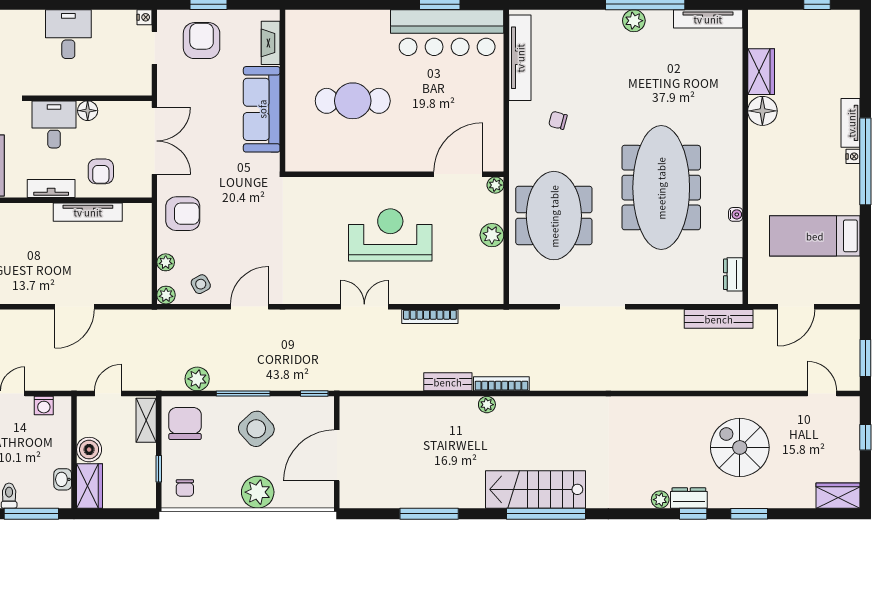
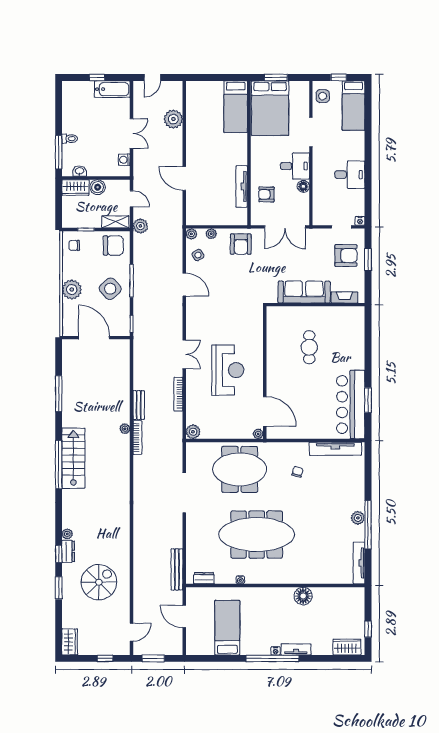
wardrobe: (761, 72) -> (347, 647), moved, turned 180
cafe table: (353, 101) -> (309, 347), width x0.73, depth x0.74
tv unit: (51, 189) -> (256, 164), removed
plant: (492, 235) -> (193, 432), moved
plant: (197, 379) -> (140, 226), moved

